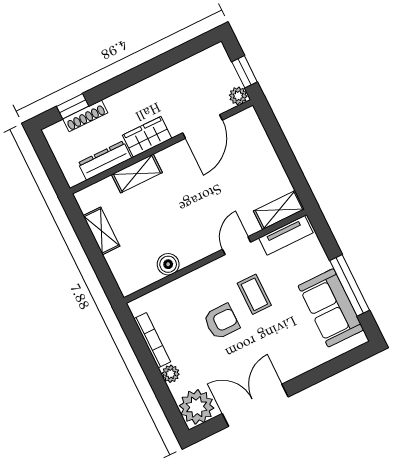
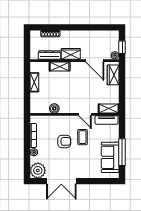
window: (73, 106) -> (47, 27), removed
door: (203, 126) -> (95, 61), hinge flipped
wardrobe: (254, 137) -> (113, 75), added
door: (237, 246) -> (85, 114), swing flipped
double door: (255, 405) -> (61, 181), swing flipped

